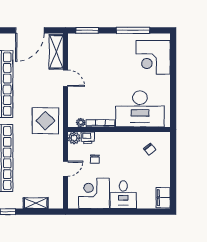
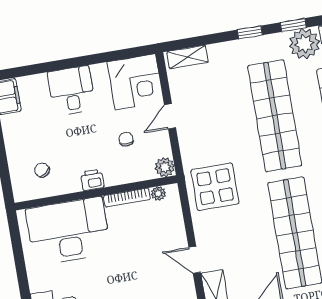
printer: (88, 138) -> (92, 180), moved
corner desk: (94, 193) -> (135, 82), moved
shelving: (36, 203) -> (187, 57), moved

